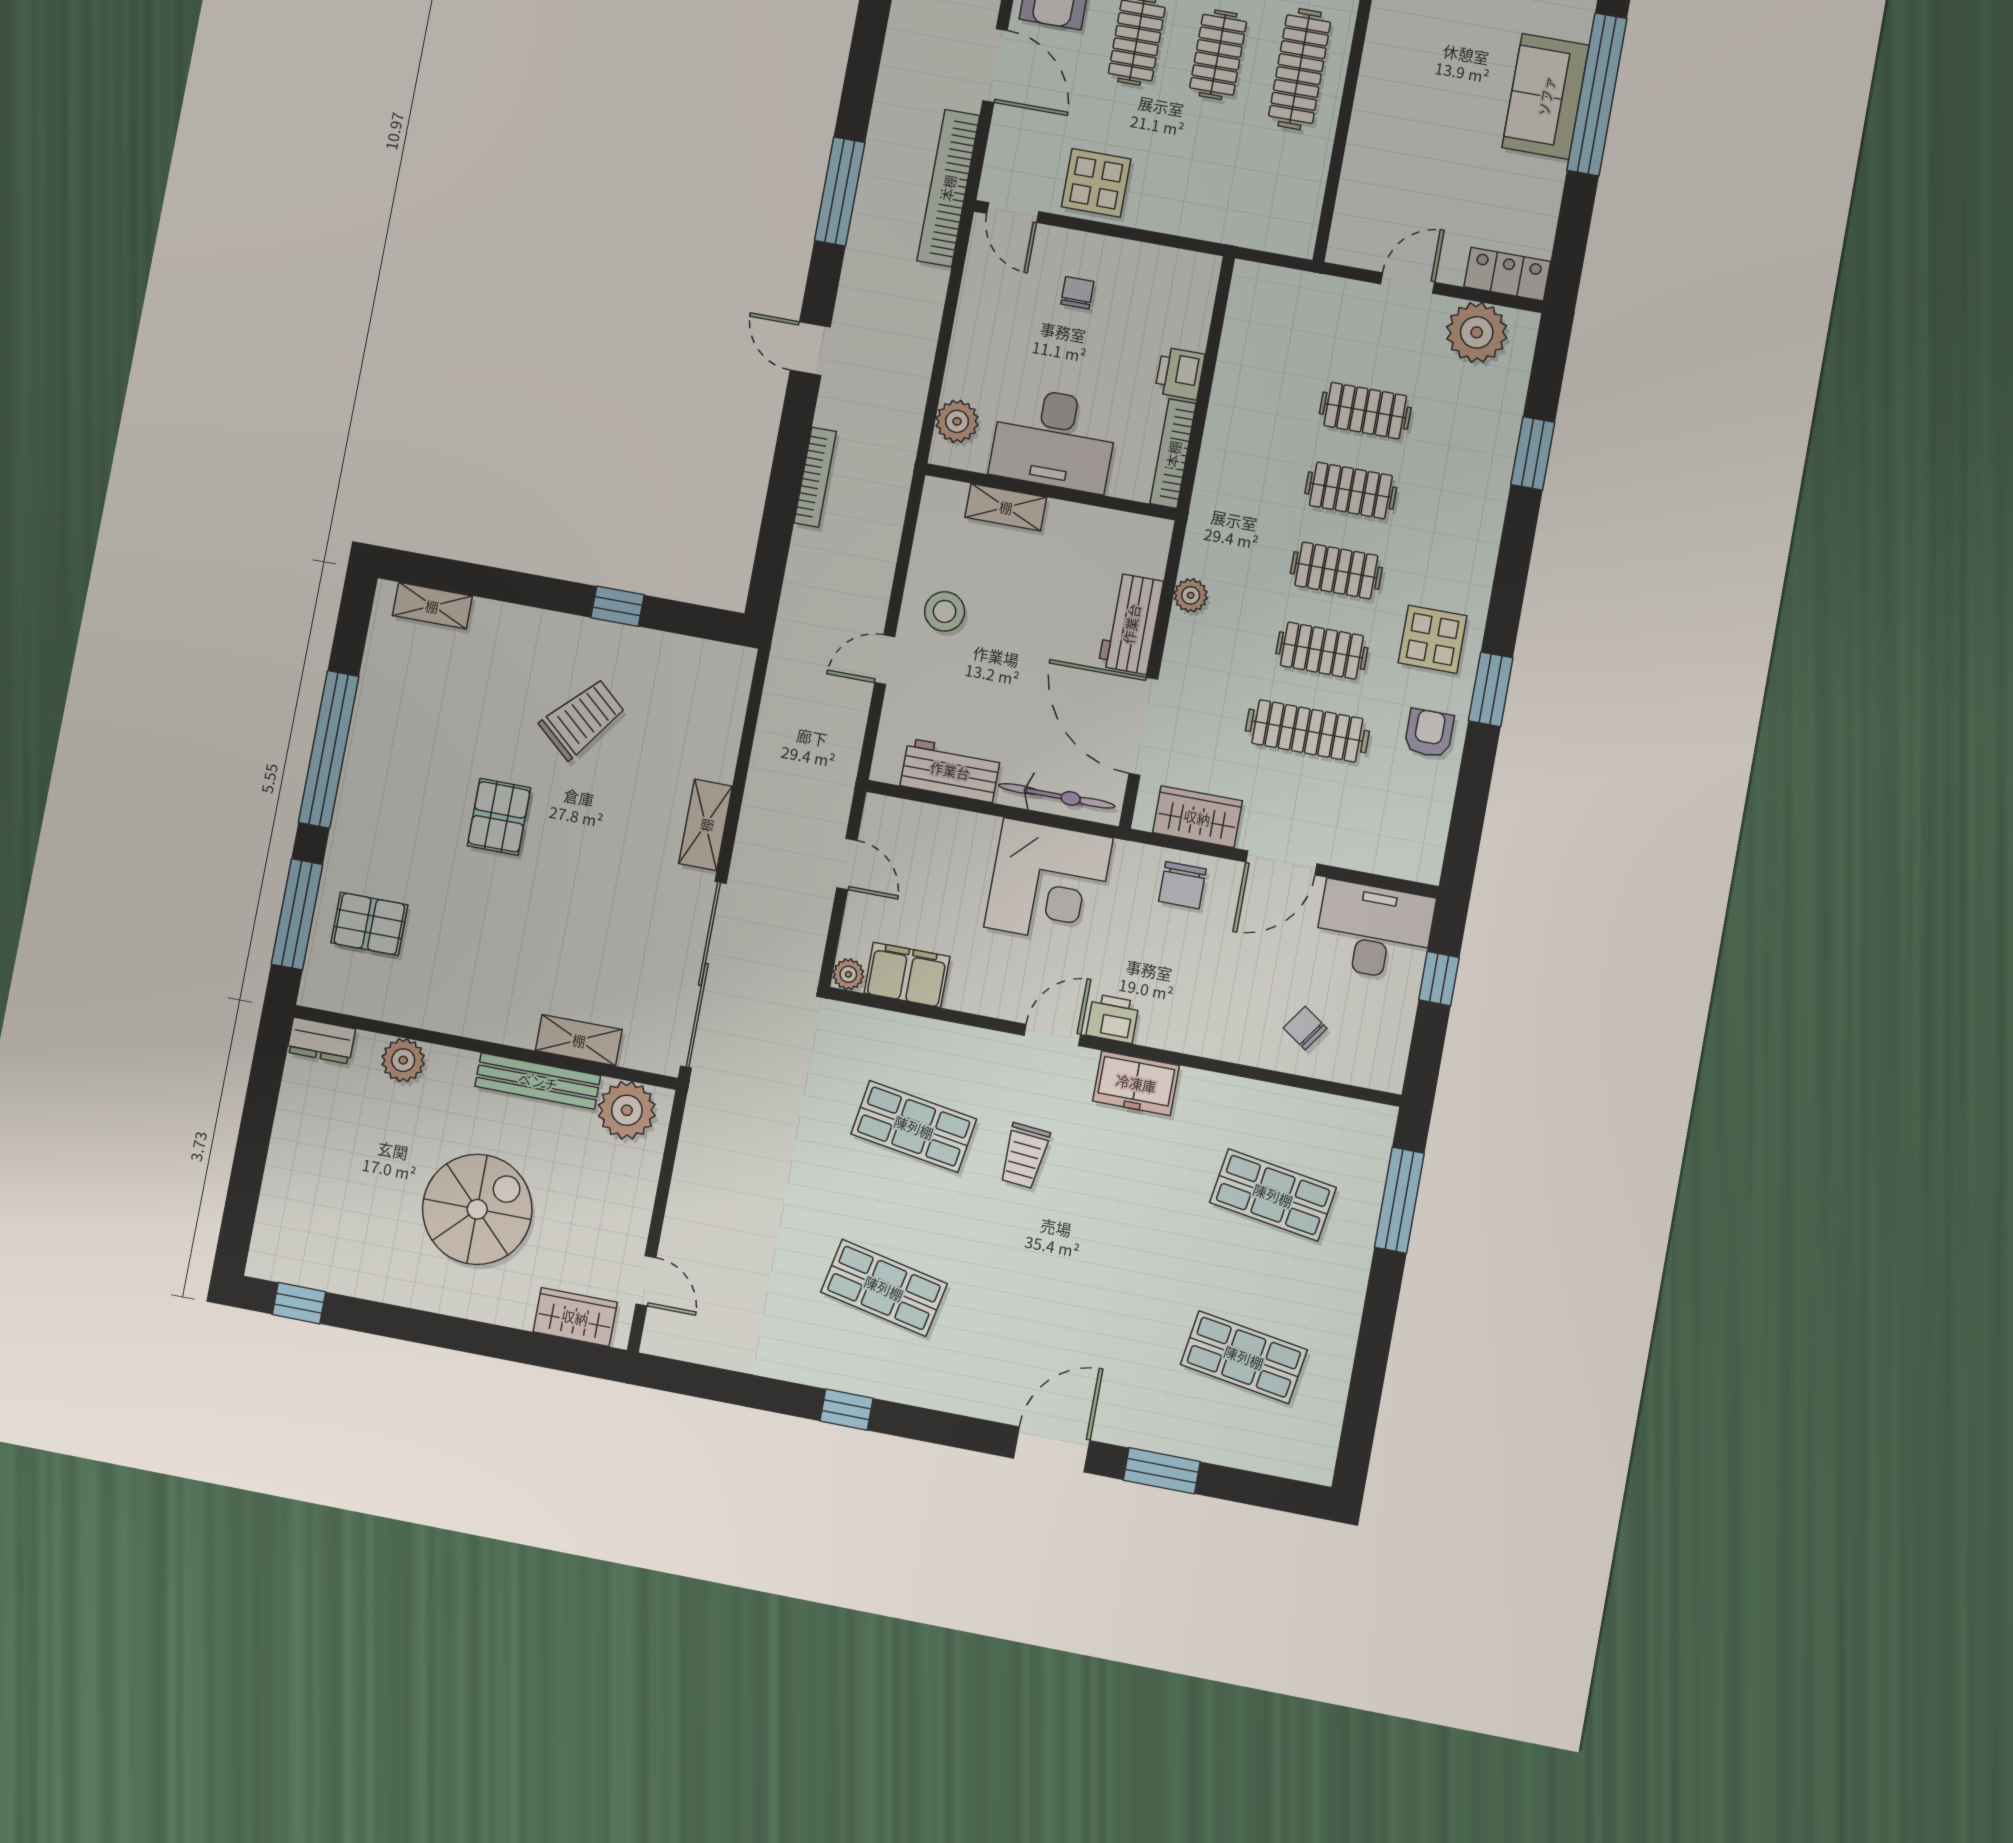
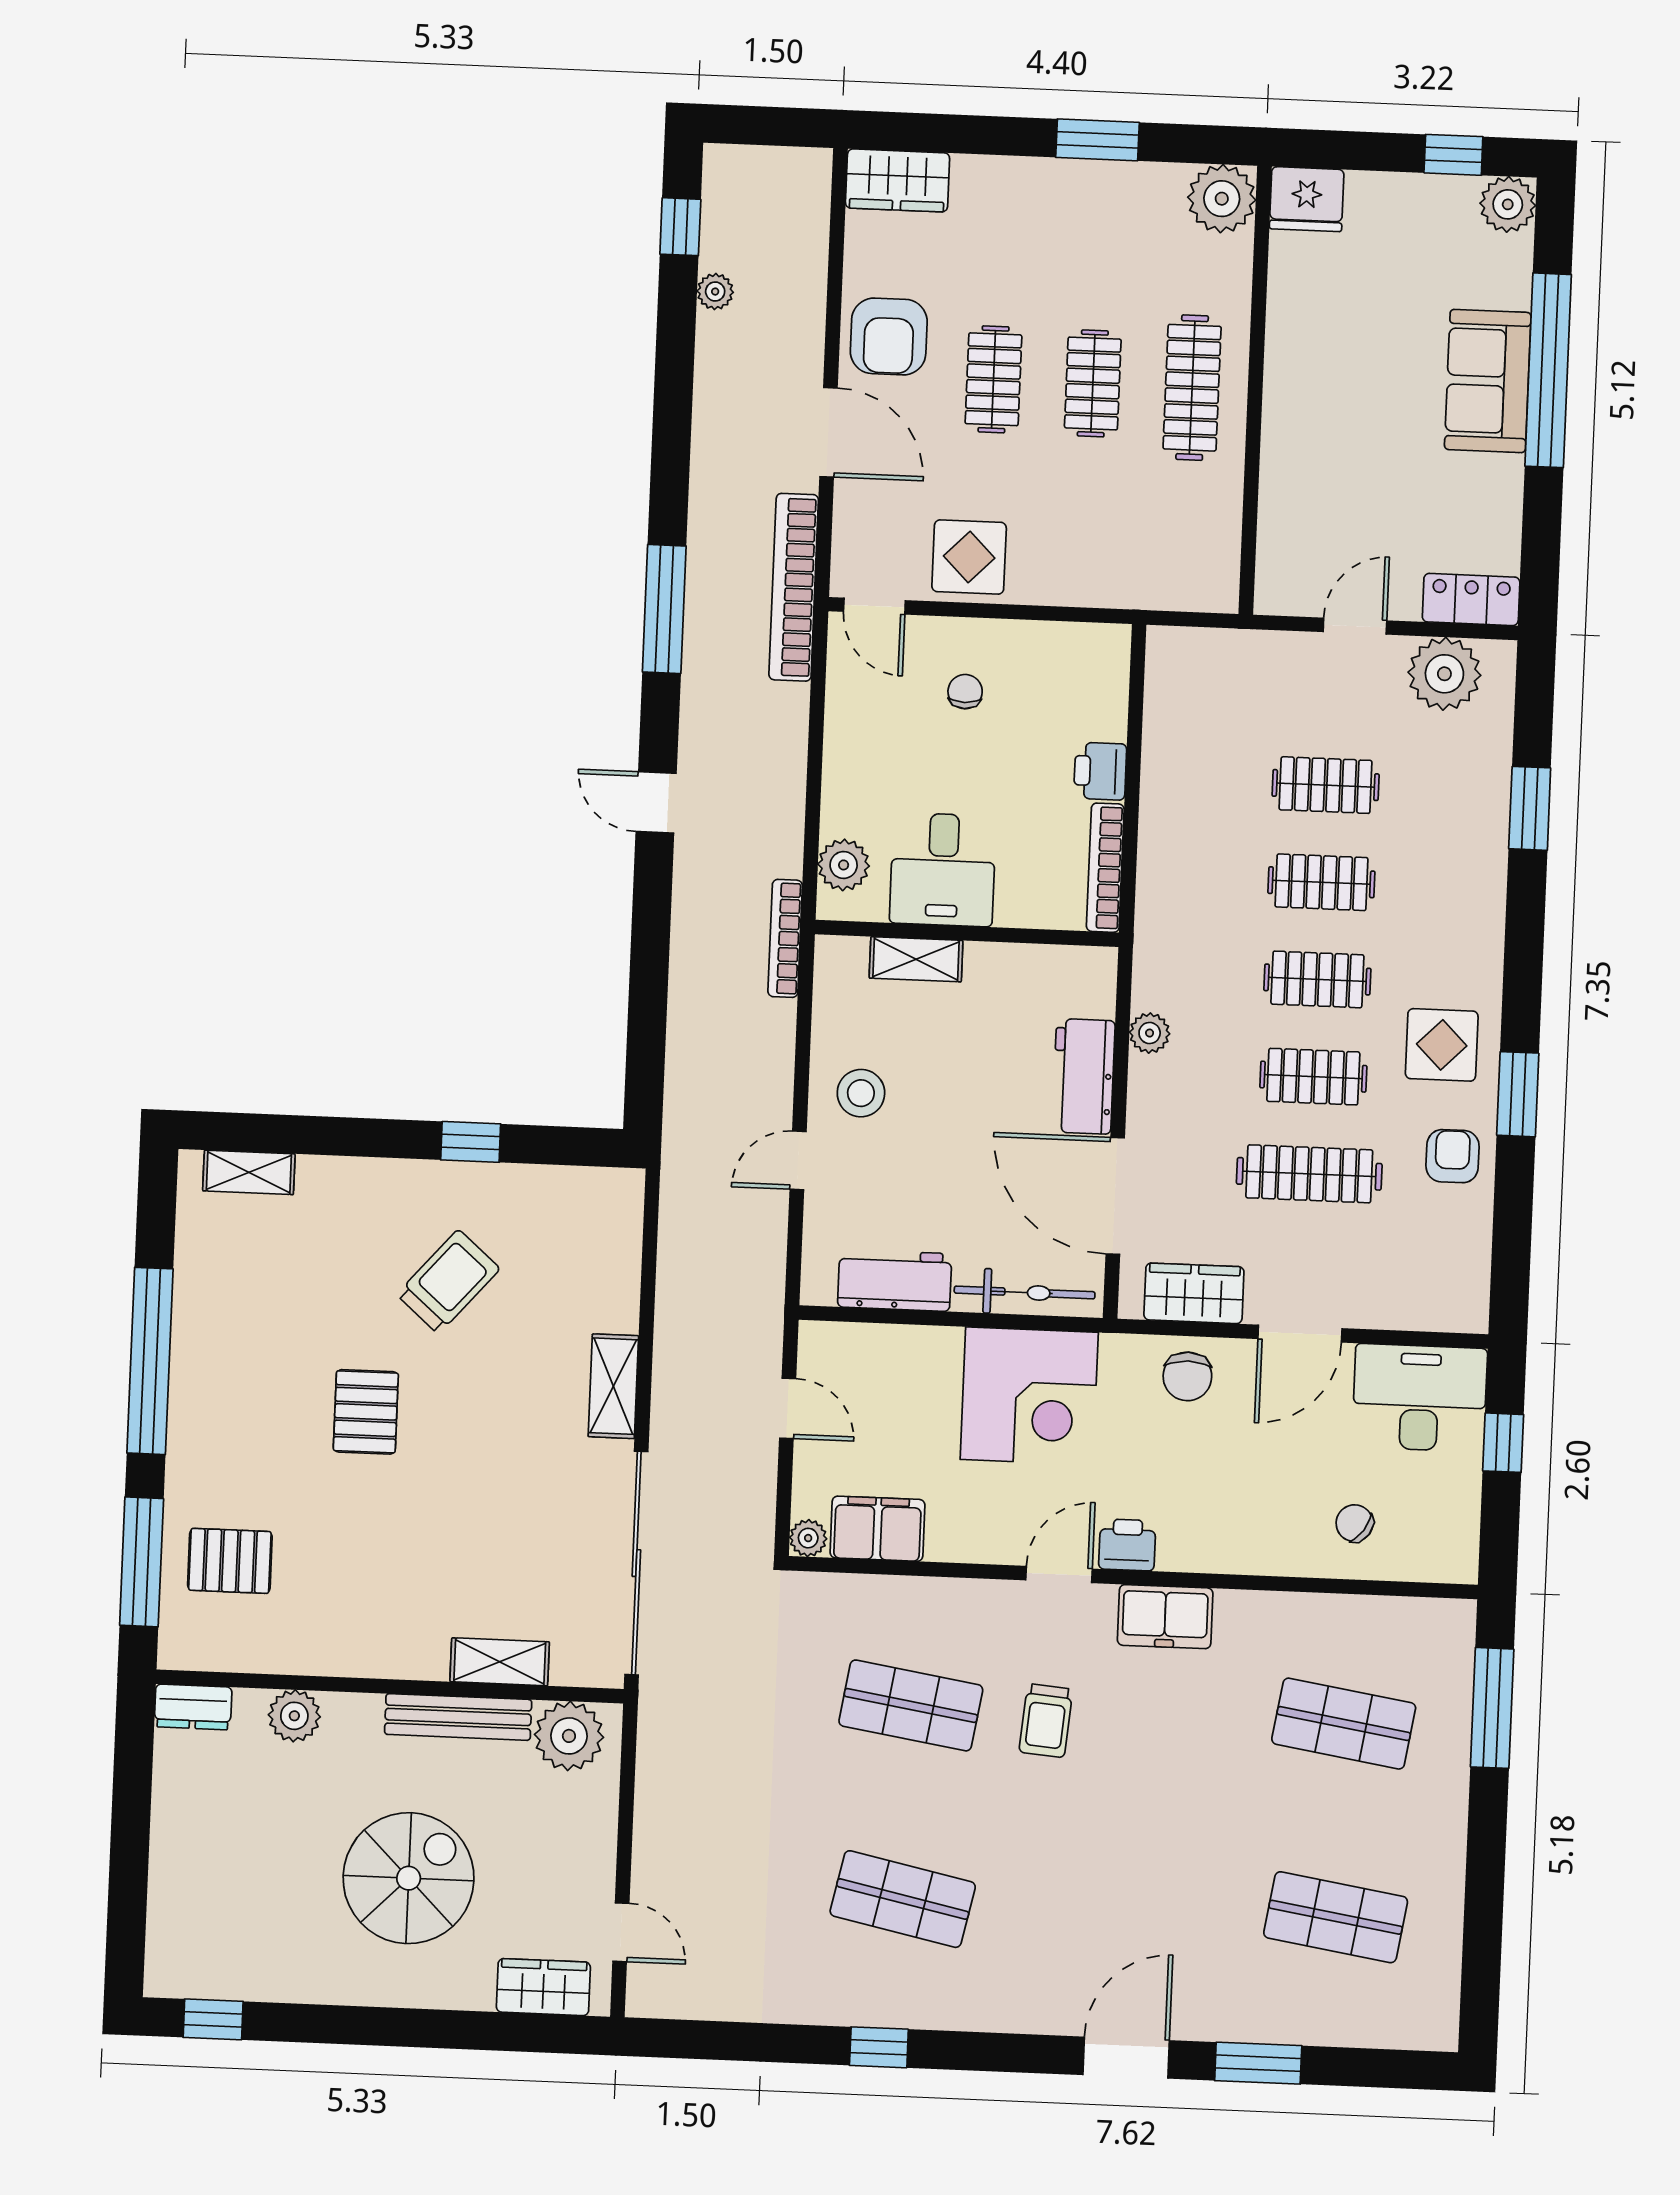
desk: (1054, 439) -> (943, 870), width x0.73
bookcase: (815, 477) -> (785, 938), moved, turned 180

